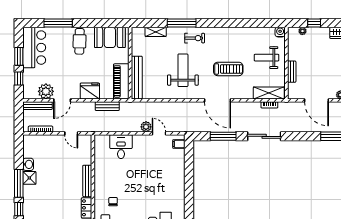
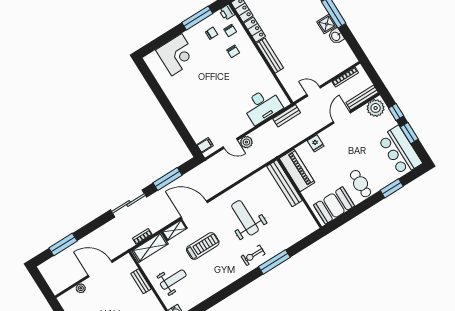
window: (58, 23) -> (392, 188), width x0.69
shelving: (156, 32) -> (174, 230), moved
treadmill: (228, 69) -> (203, 246), turned 180
weight bench: (183, 70) -> (245, 218), turned 180
plant: (46, 91) -> (376, 108), moved
fridge: (90, 91) -> (316, 143), width x0.53, depth x0.75
bench: (107, 106) -> (287, 116), moved
desk: (121, 147) -> (262, 106), width x1.37

